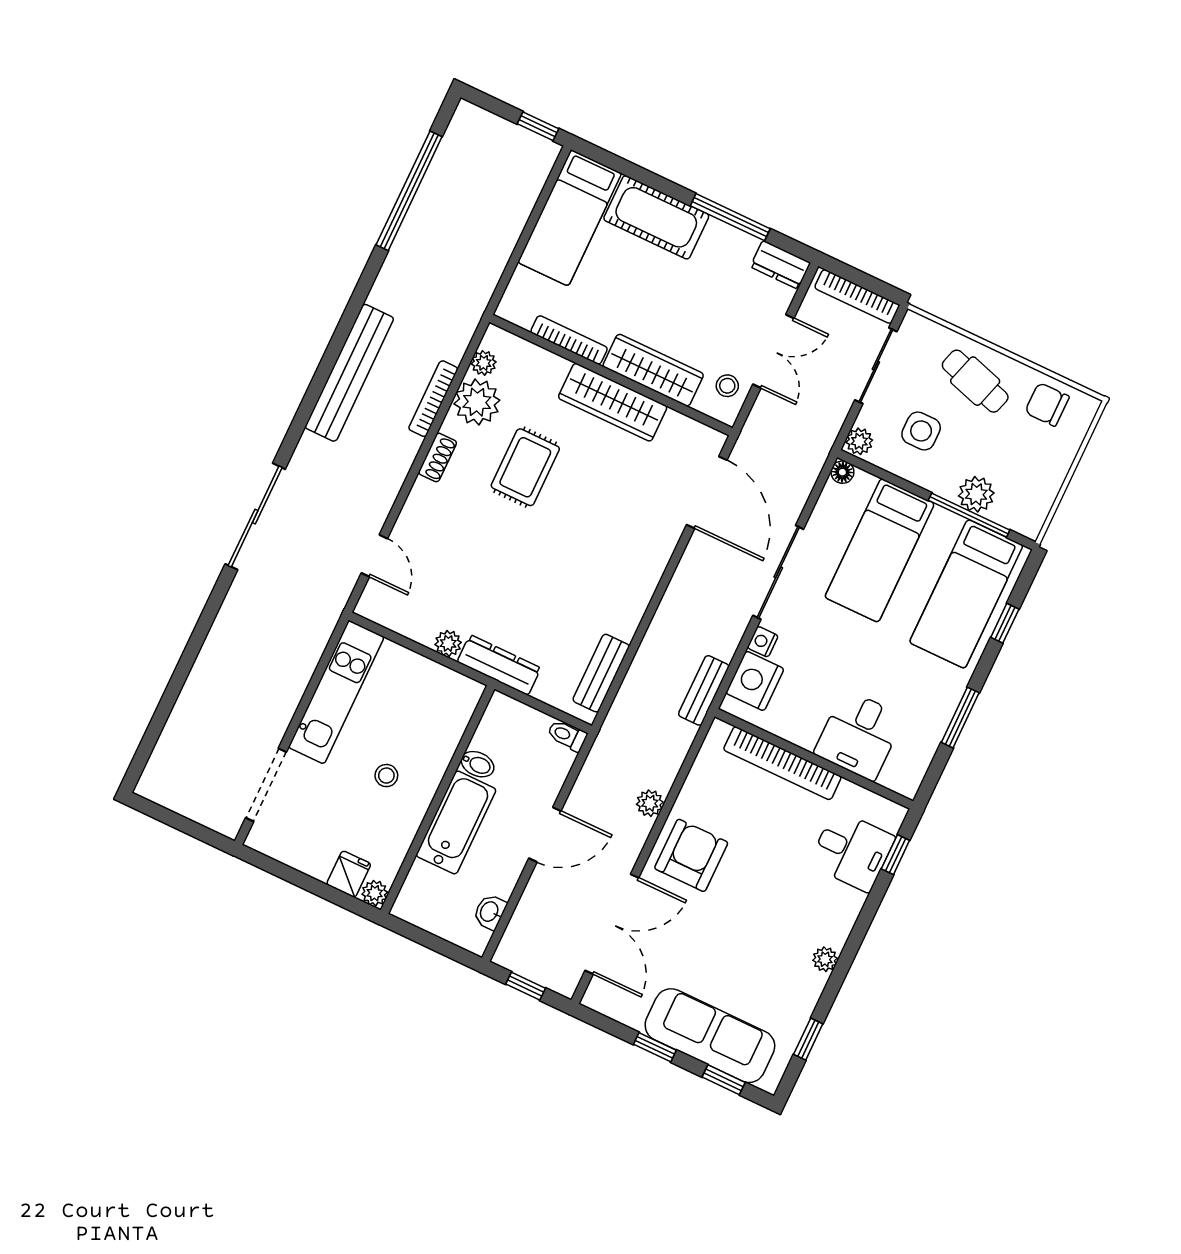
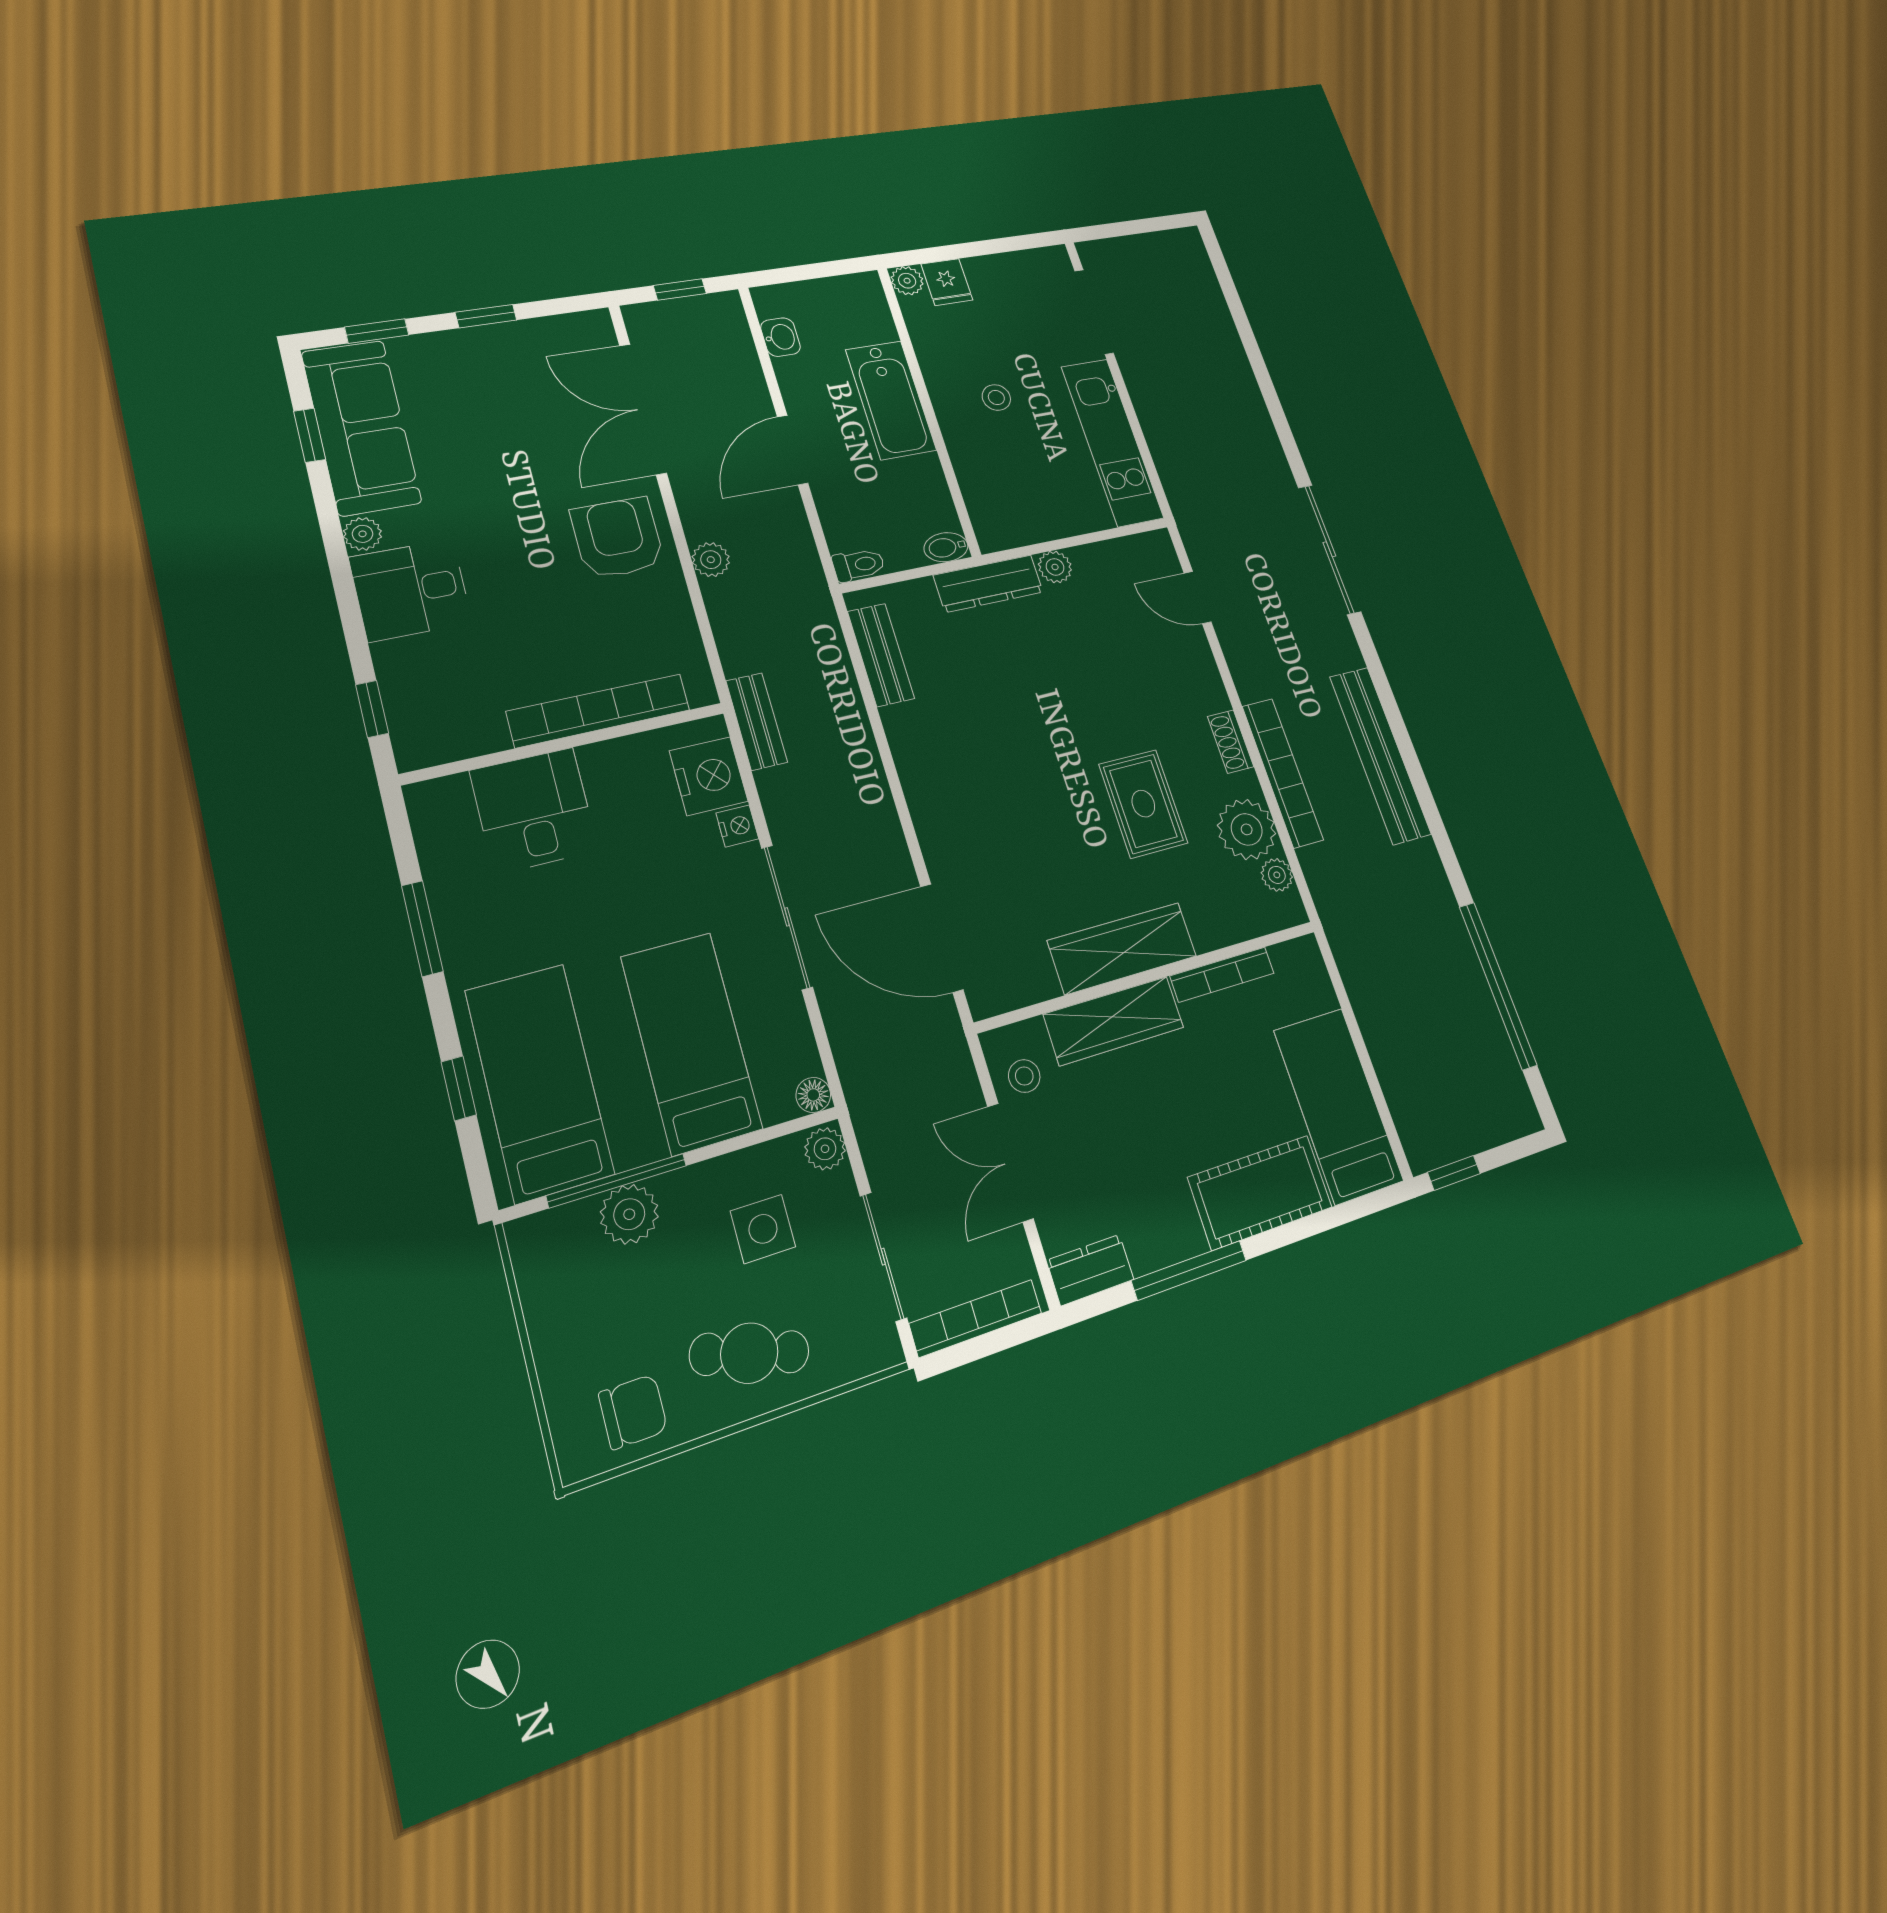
bookcase: (433, 399) -> (1283, 773), width x1.48, depth x1.31
bidet: (478, 764) -> (946, 547), moved
desk: (852, 851) -> (411, 590), moved
armchair: (691, 855) -> (618, 538), turned 180
sofa: (710, 1036) -> (361, 427), moved, turned -90

